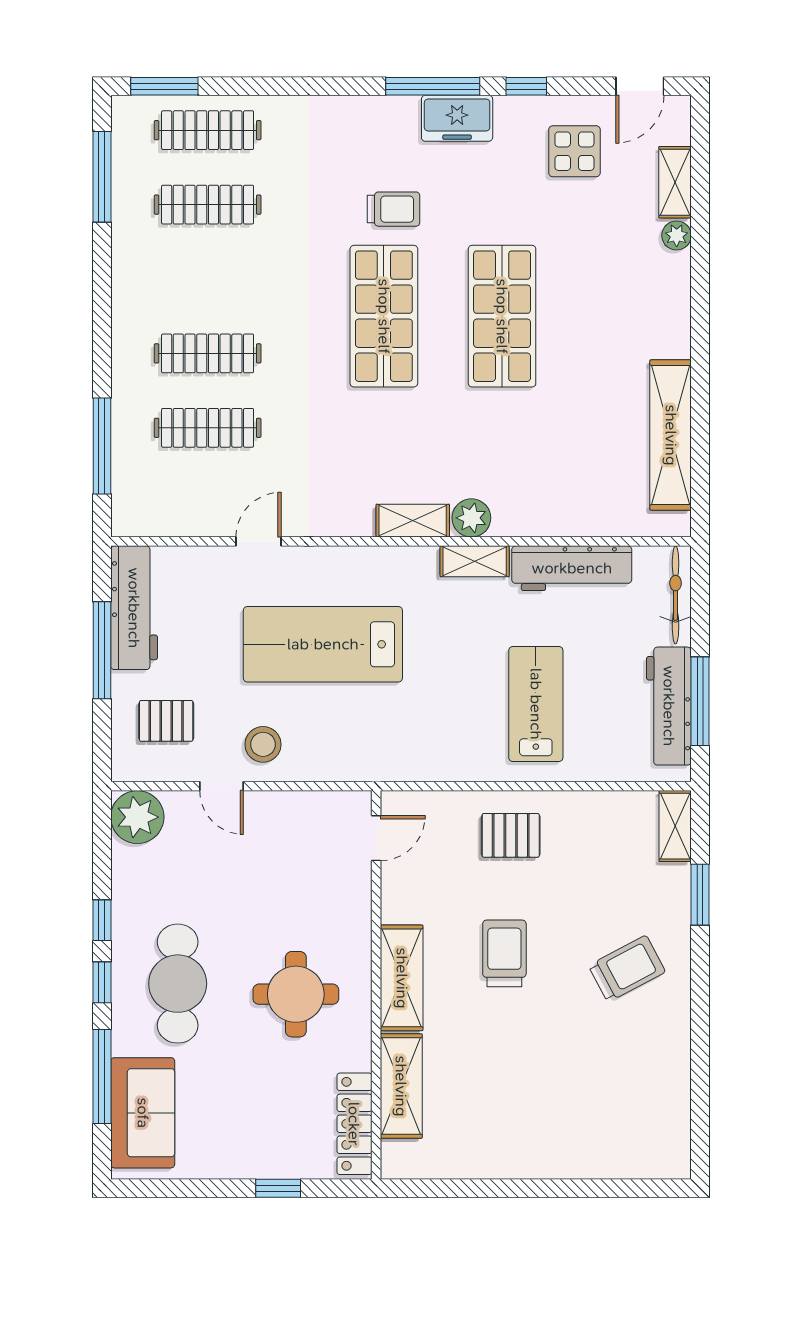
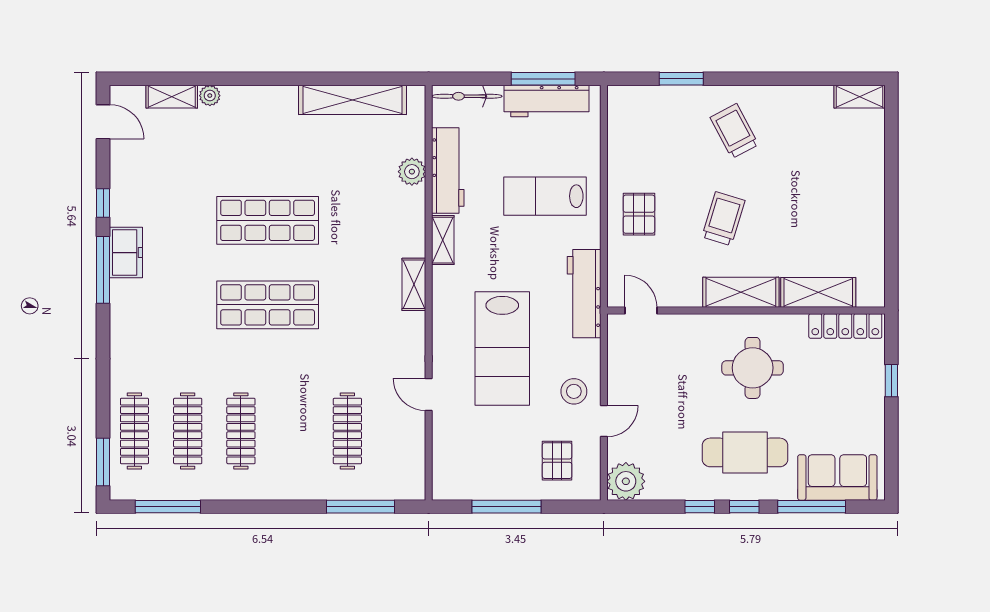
display table: (574, 151) -> (150, 169), removed
trolley: (393, 209) -> (191, 298), removed
clothes rail: (208, 353) -> (241, 431), moved
plant: (471, 518) -> (412, 172), moved
workbench: (134, 608) -> (584, 294), moved, turned -90
shelving: (675, 826) -> (860, 97), moved
trolley: (504, 953) -> (723, 219), turned 107

